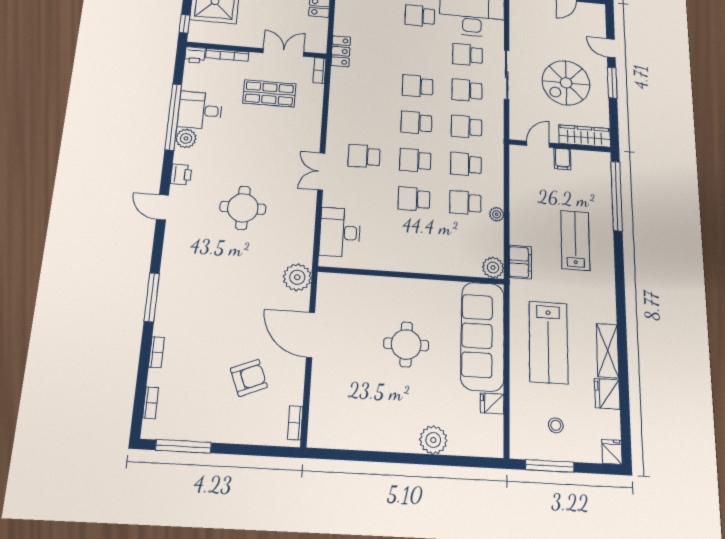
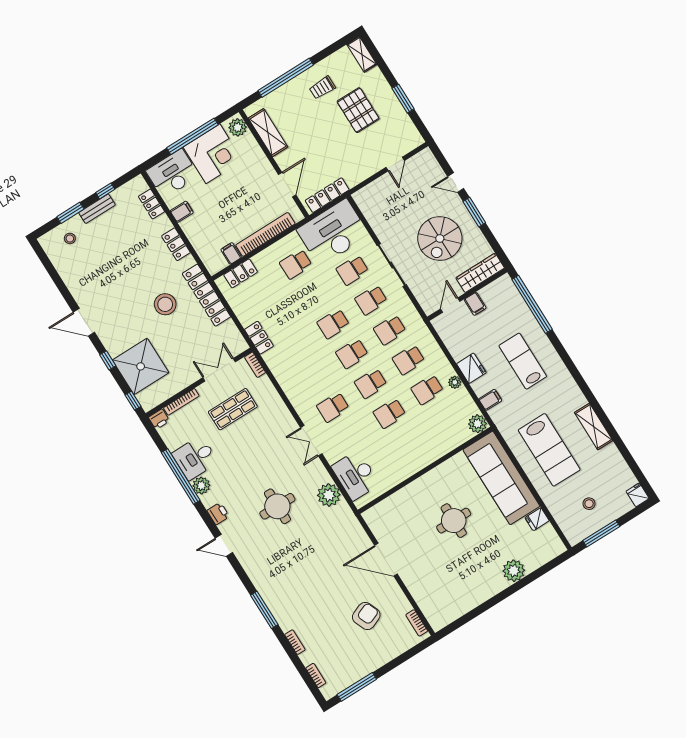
filing cabinet: (520, 262) -> (490, 400), width x0.50
plant: (297, 277) -> (329, 495), moved
fridge: (607, 394) -> (471, 368), moved, turned 180

